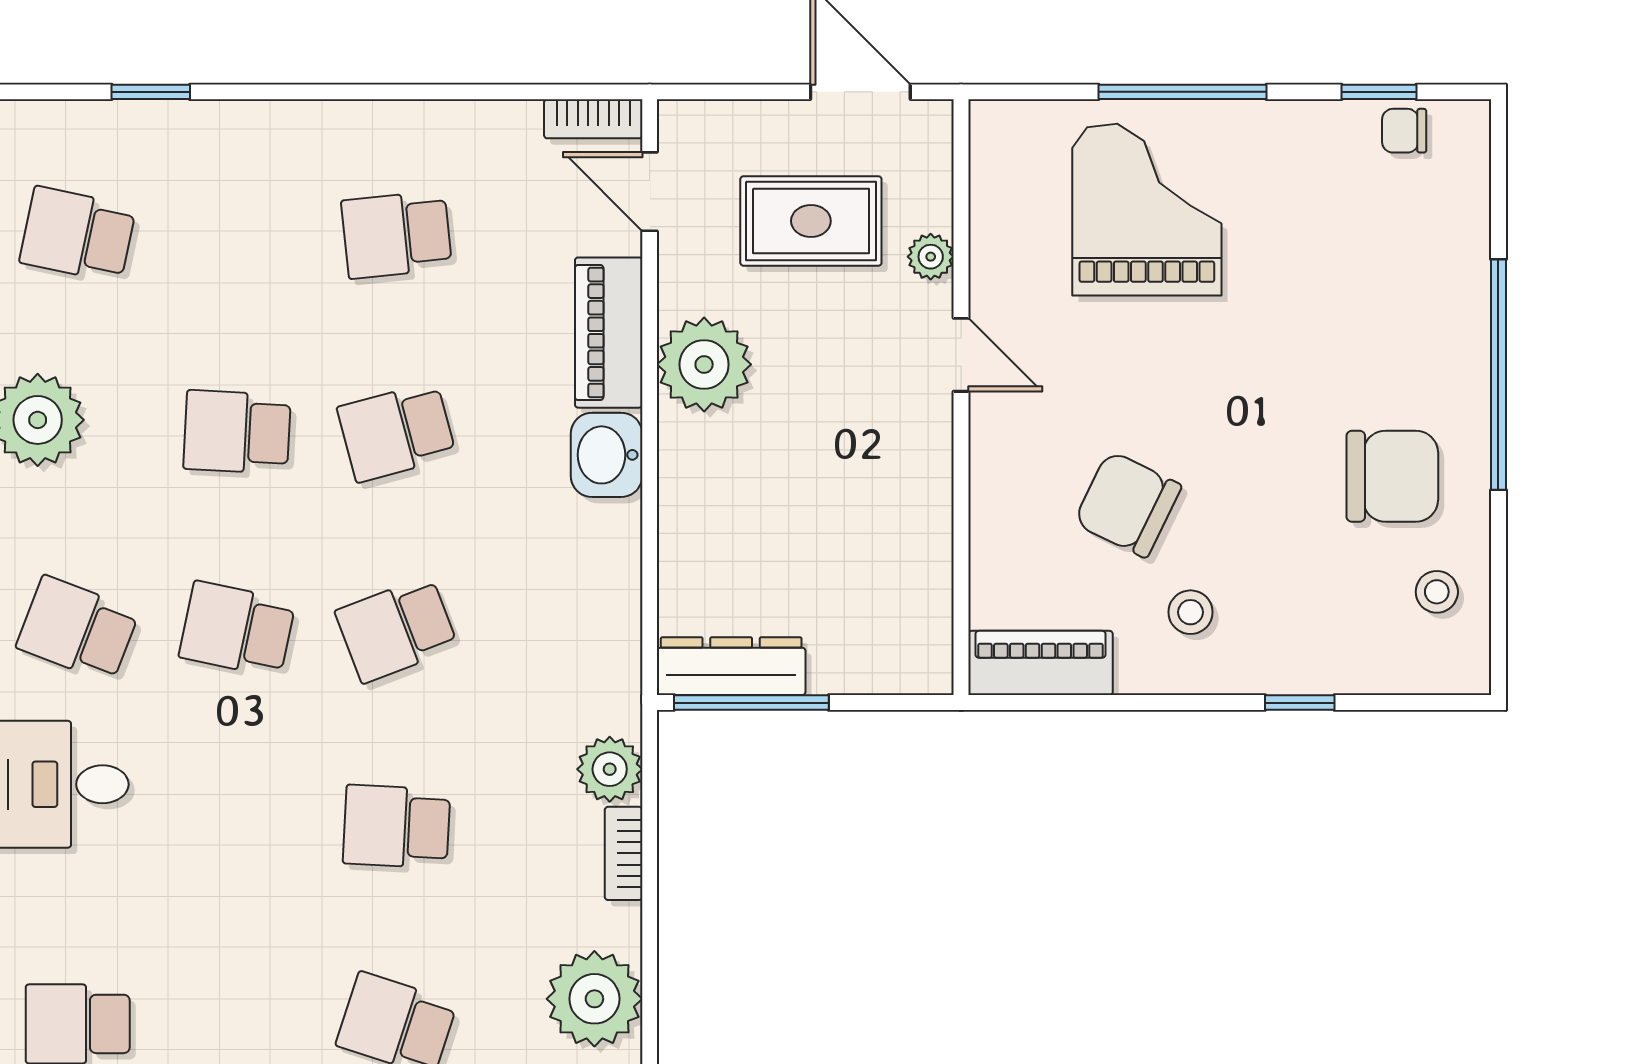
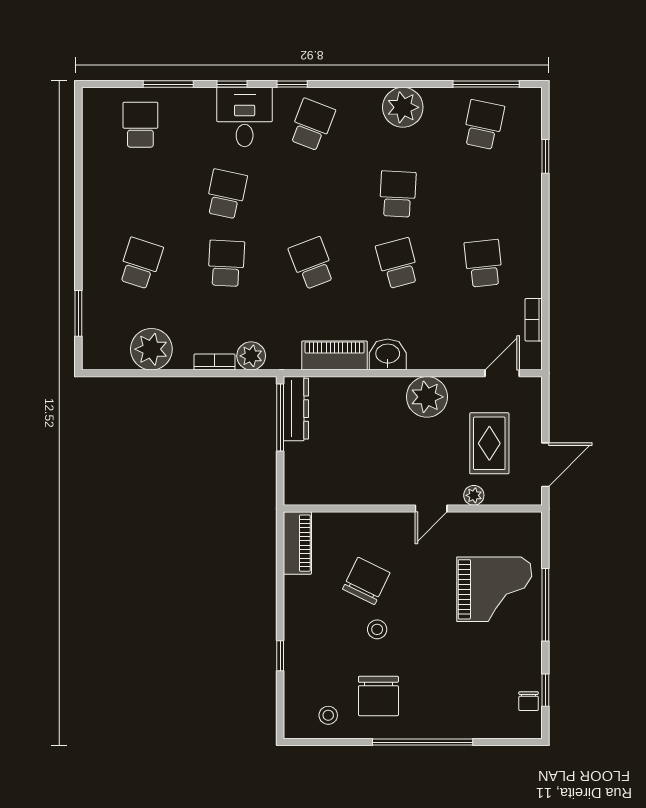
bookcase: (593, 119) -> (534, 320), moved
chair: (1404, 131) -> (529, 701), turned 180
piano: (609, 333) -> (334, 355), moved
stool: (1191, 612) -> (377, 629), moved
school desk: (237, 629) -> (226, 194), moved

